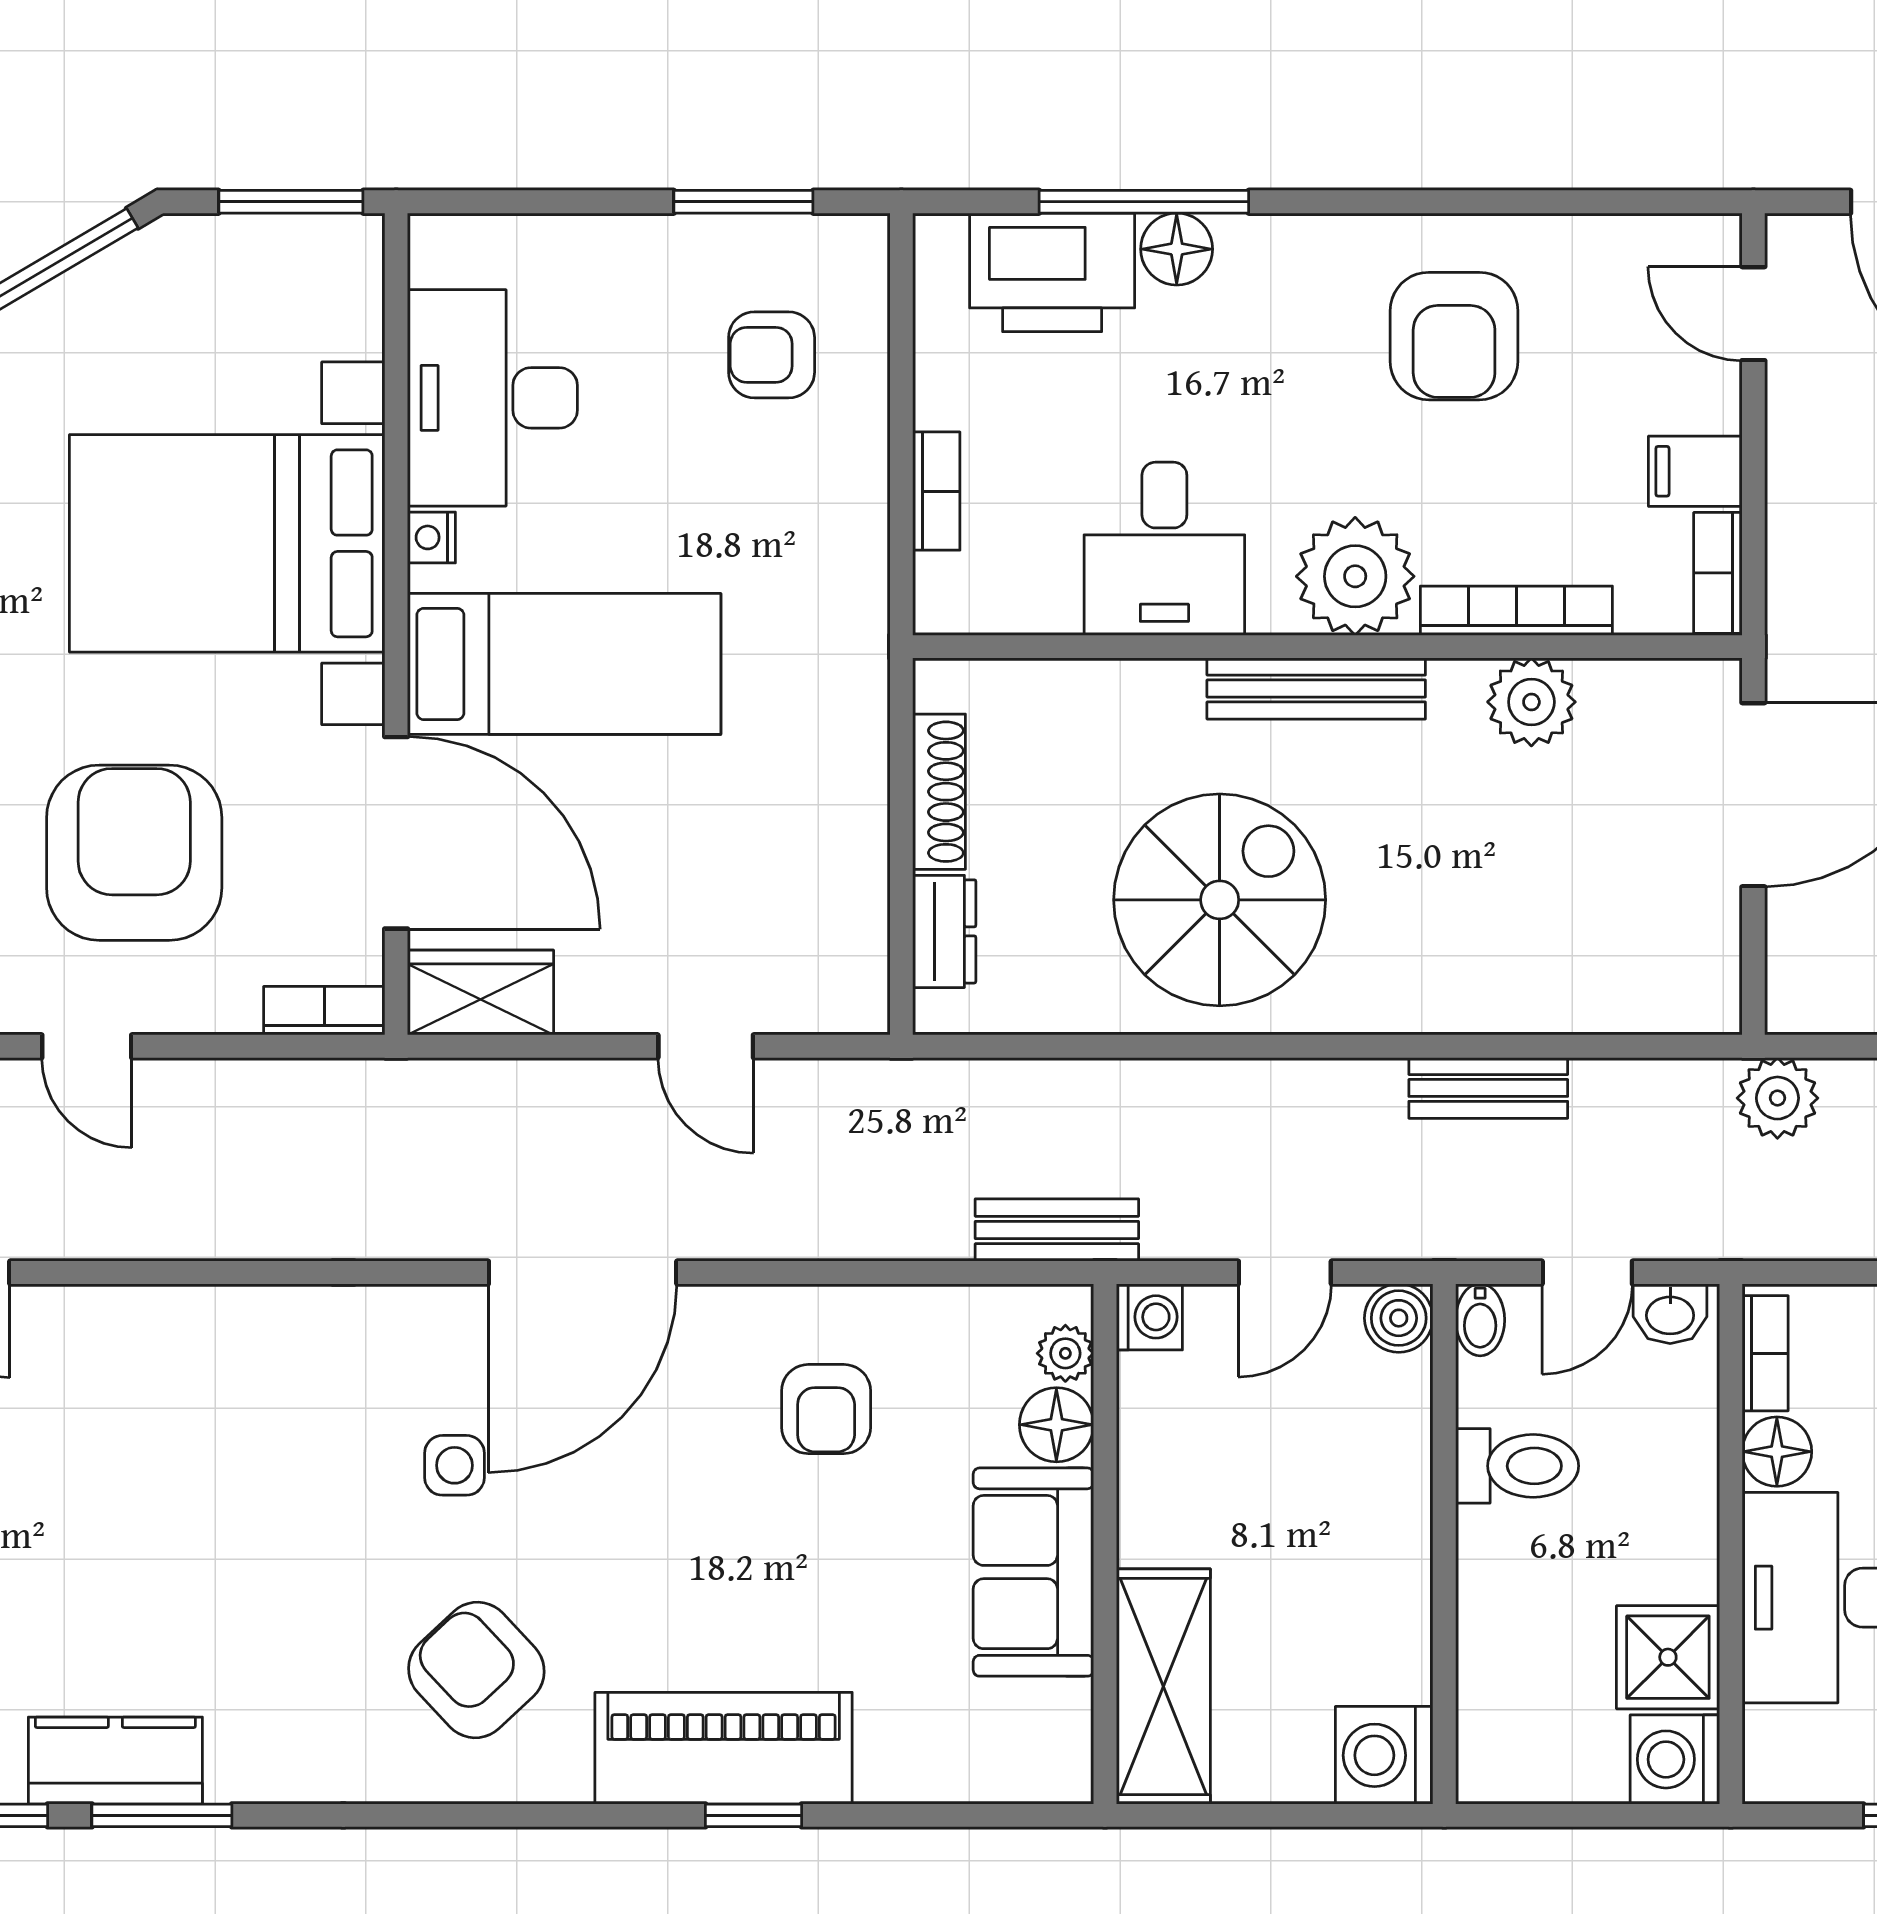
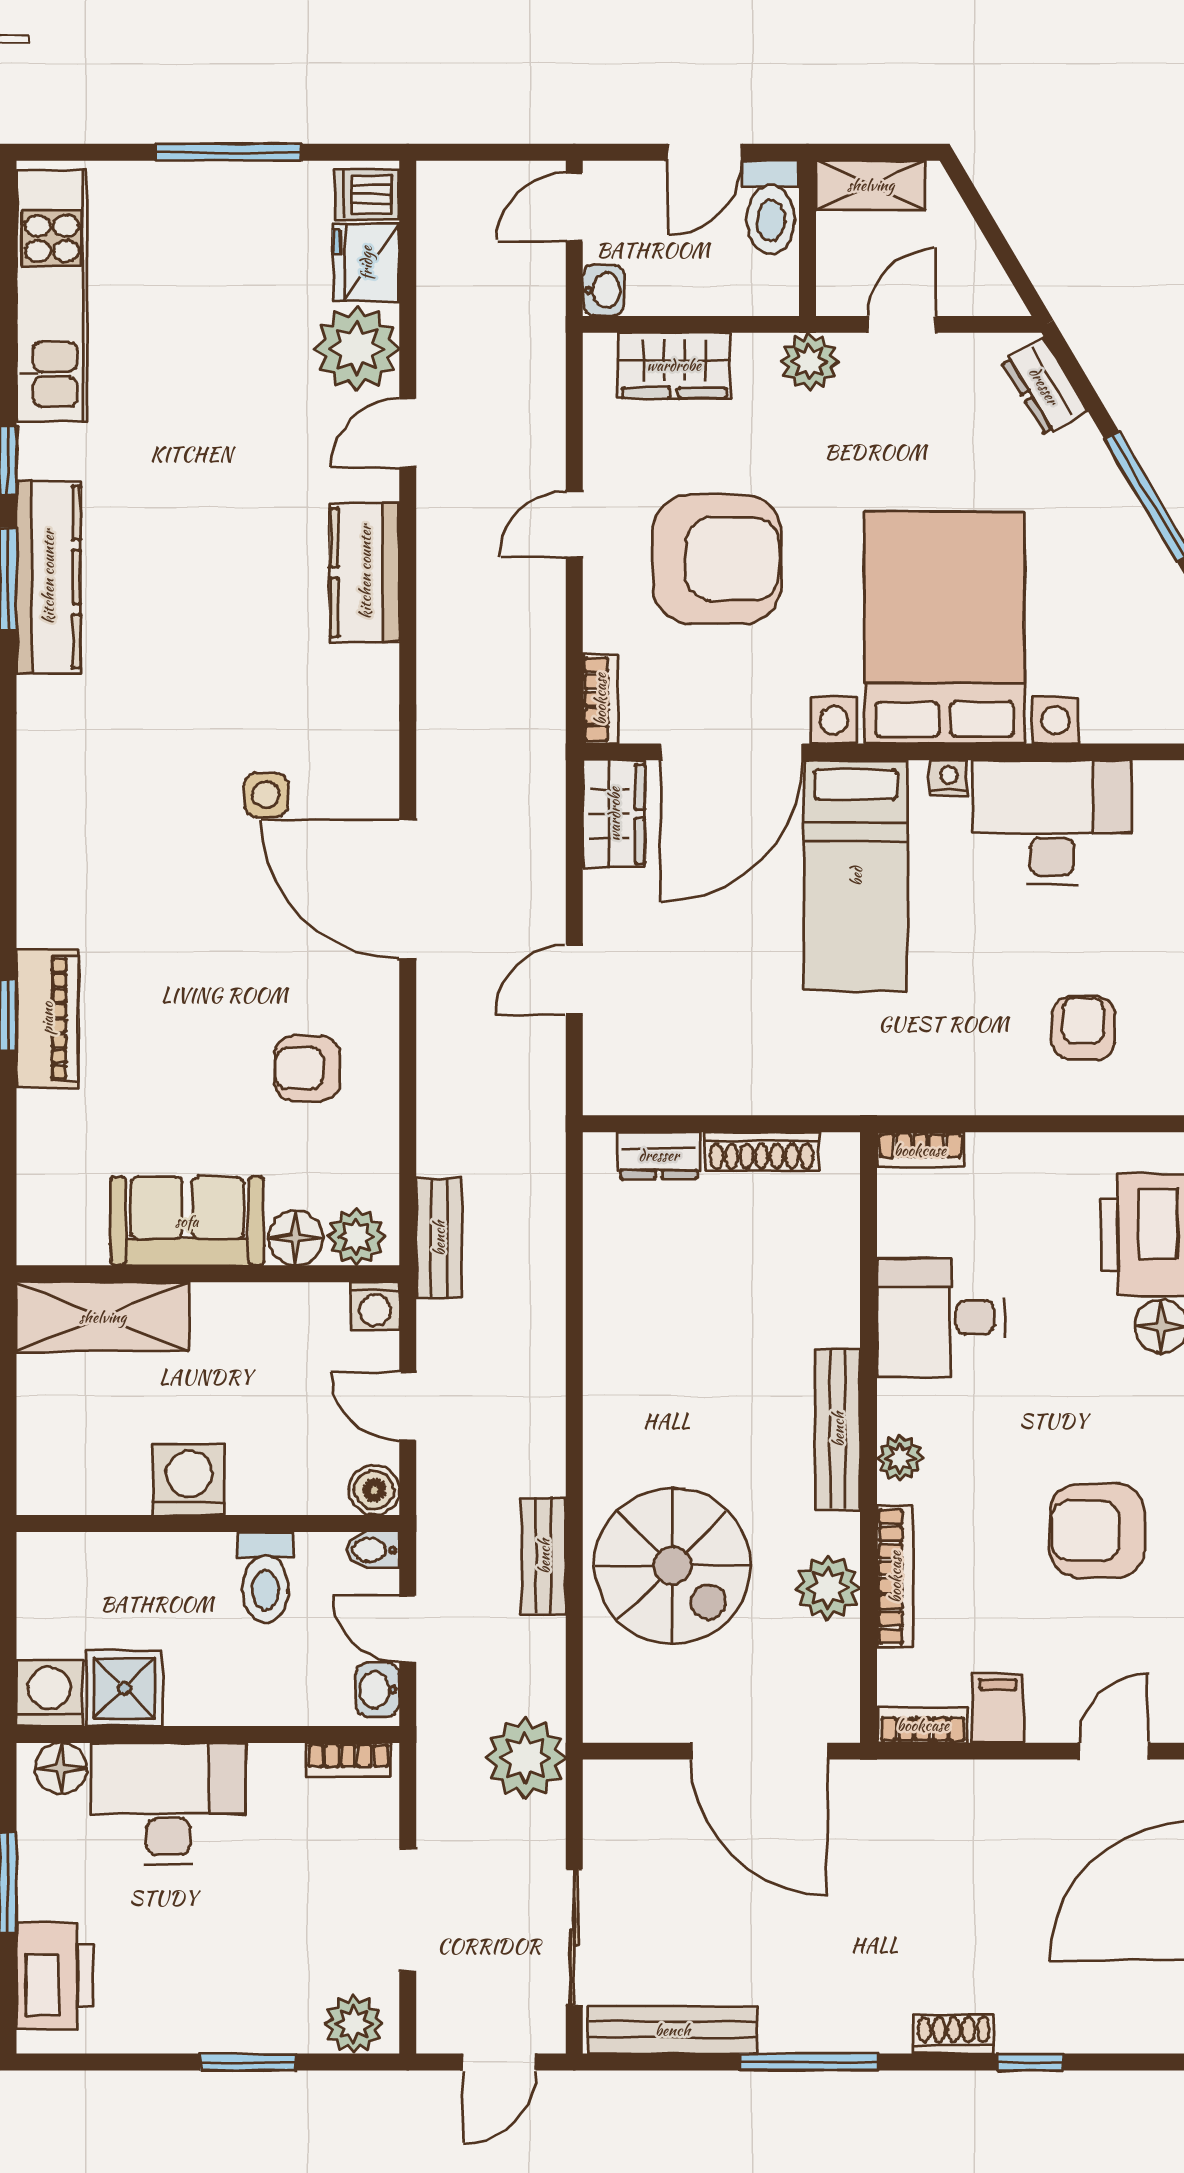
bookcase: (936, 491) -> (920, 1150), moved
plant: (1355, 576) -> (900, 1458), width x0.53, depth x0.53
spiral stairs: (1220, 900) -> (673, 1566), moved
plant: (1777, 1098) -> (525, 1758), width x1.36, depth x1.36
kitchen counter: (152, 1331) -> (365, 572), added
plant: (1065, 1353) -> (356, 1237), width x1.37, depth x1.37
floor lamp: (1777, 1452) -> (61, 1768), moved
armchair: (476, 1670) -> (115, 811), removed
piano: (724, 1748) -> (47, 1018), width x0.73, depth x0.75
washing machine: (1384, 1755) -> (189, 1479), moved
kitchen counter: (115, 1761) -> (48, 577), width x1.50

